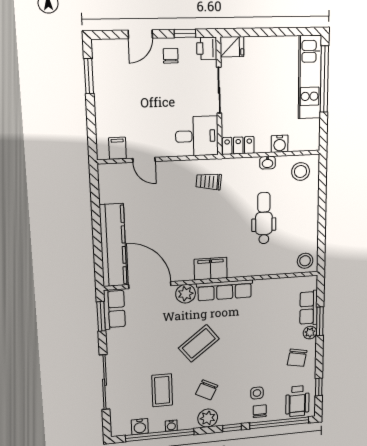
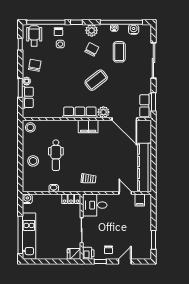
water cooler: (280, 144) -> (27, 199), moved
stool: (301, 171) -> (33, 161), moved
kitchen counter: (113, 245) -> (145, 168), moved

